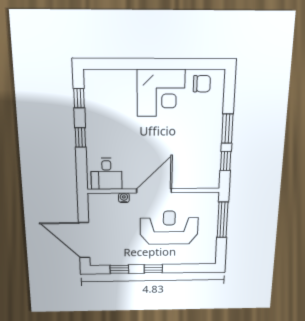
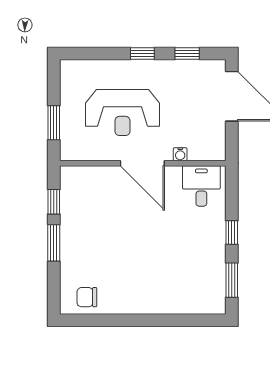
corner desk: (161, 93) -> (135, 286), removed
window: (79, 98) -> (232, 280), width x1.50
door: (154, 191) -> (142, 163), hinge flipped
window: (223, 220) -> (54, 123), width x0.69

